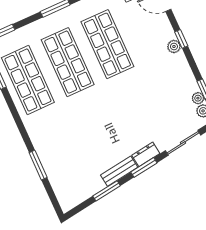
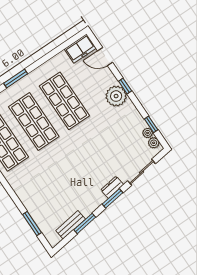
plant: (174, 47) -> (116, 96), width x1.87, depth x1.87
window: (38, 165) -> (32, 223), moved
bench: (119, 171) -> (71, 225), moved

